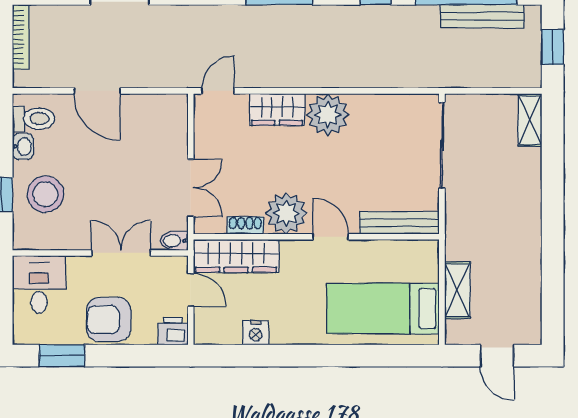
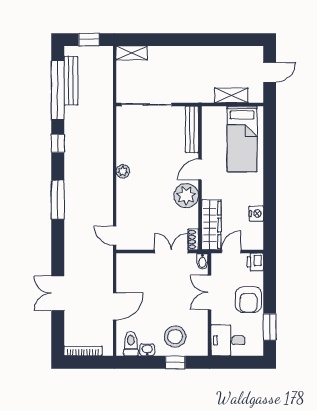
wardrobe: (277, 110) -> (126, 201), removed
plant: (328, 115) -> (123, 171), width x0.53, depth x0.53
shoe rack: (245, 225) -> (193, 239), moved

